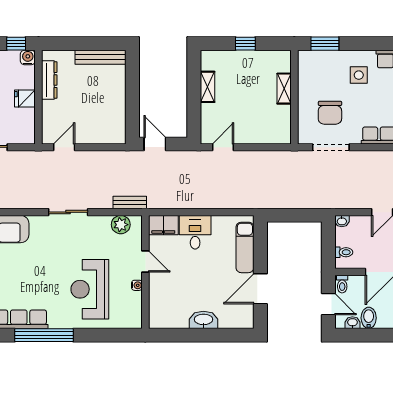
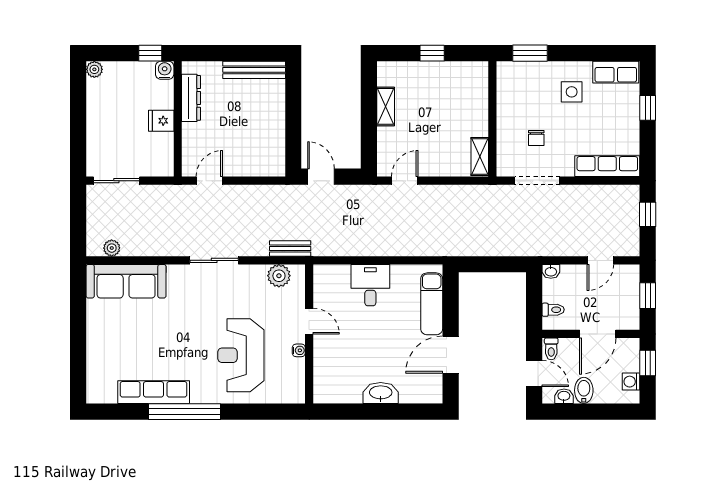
shelving: (284, 89) -> (480, 156), moved
chair: (330, 113) -> (536, 138), width x0.54, depth x0.54
filing cabinet: (163, 225) -> (331, 276), removed

